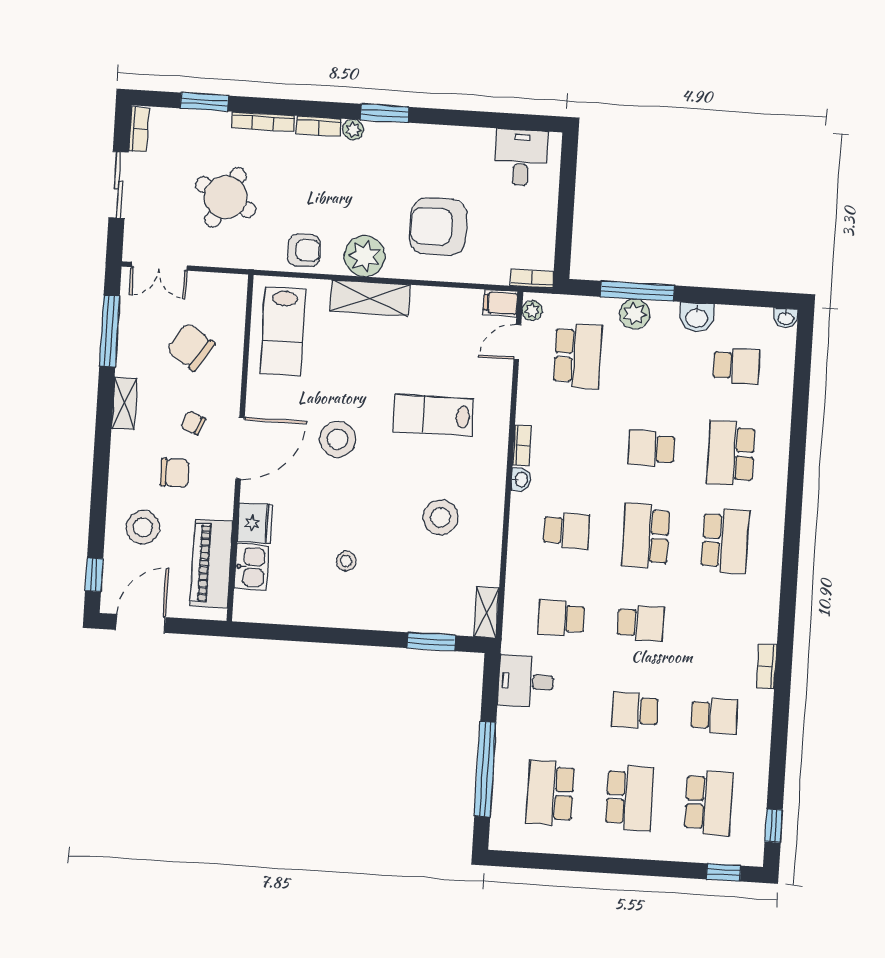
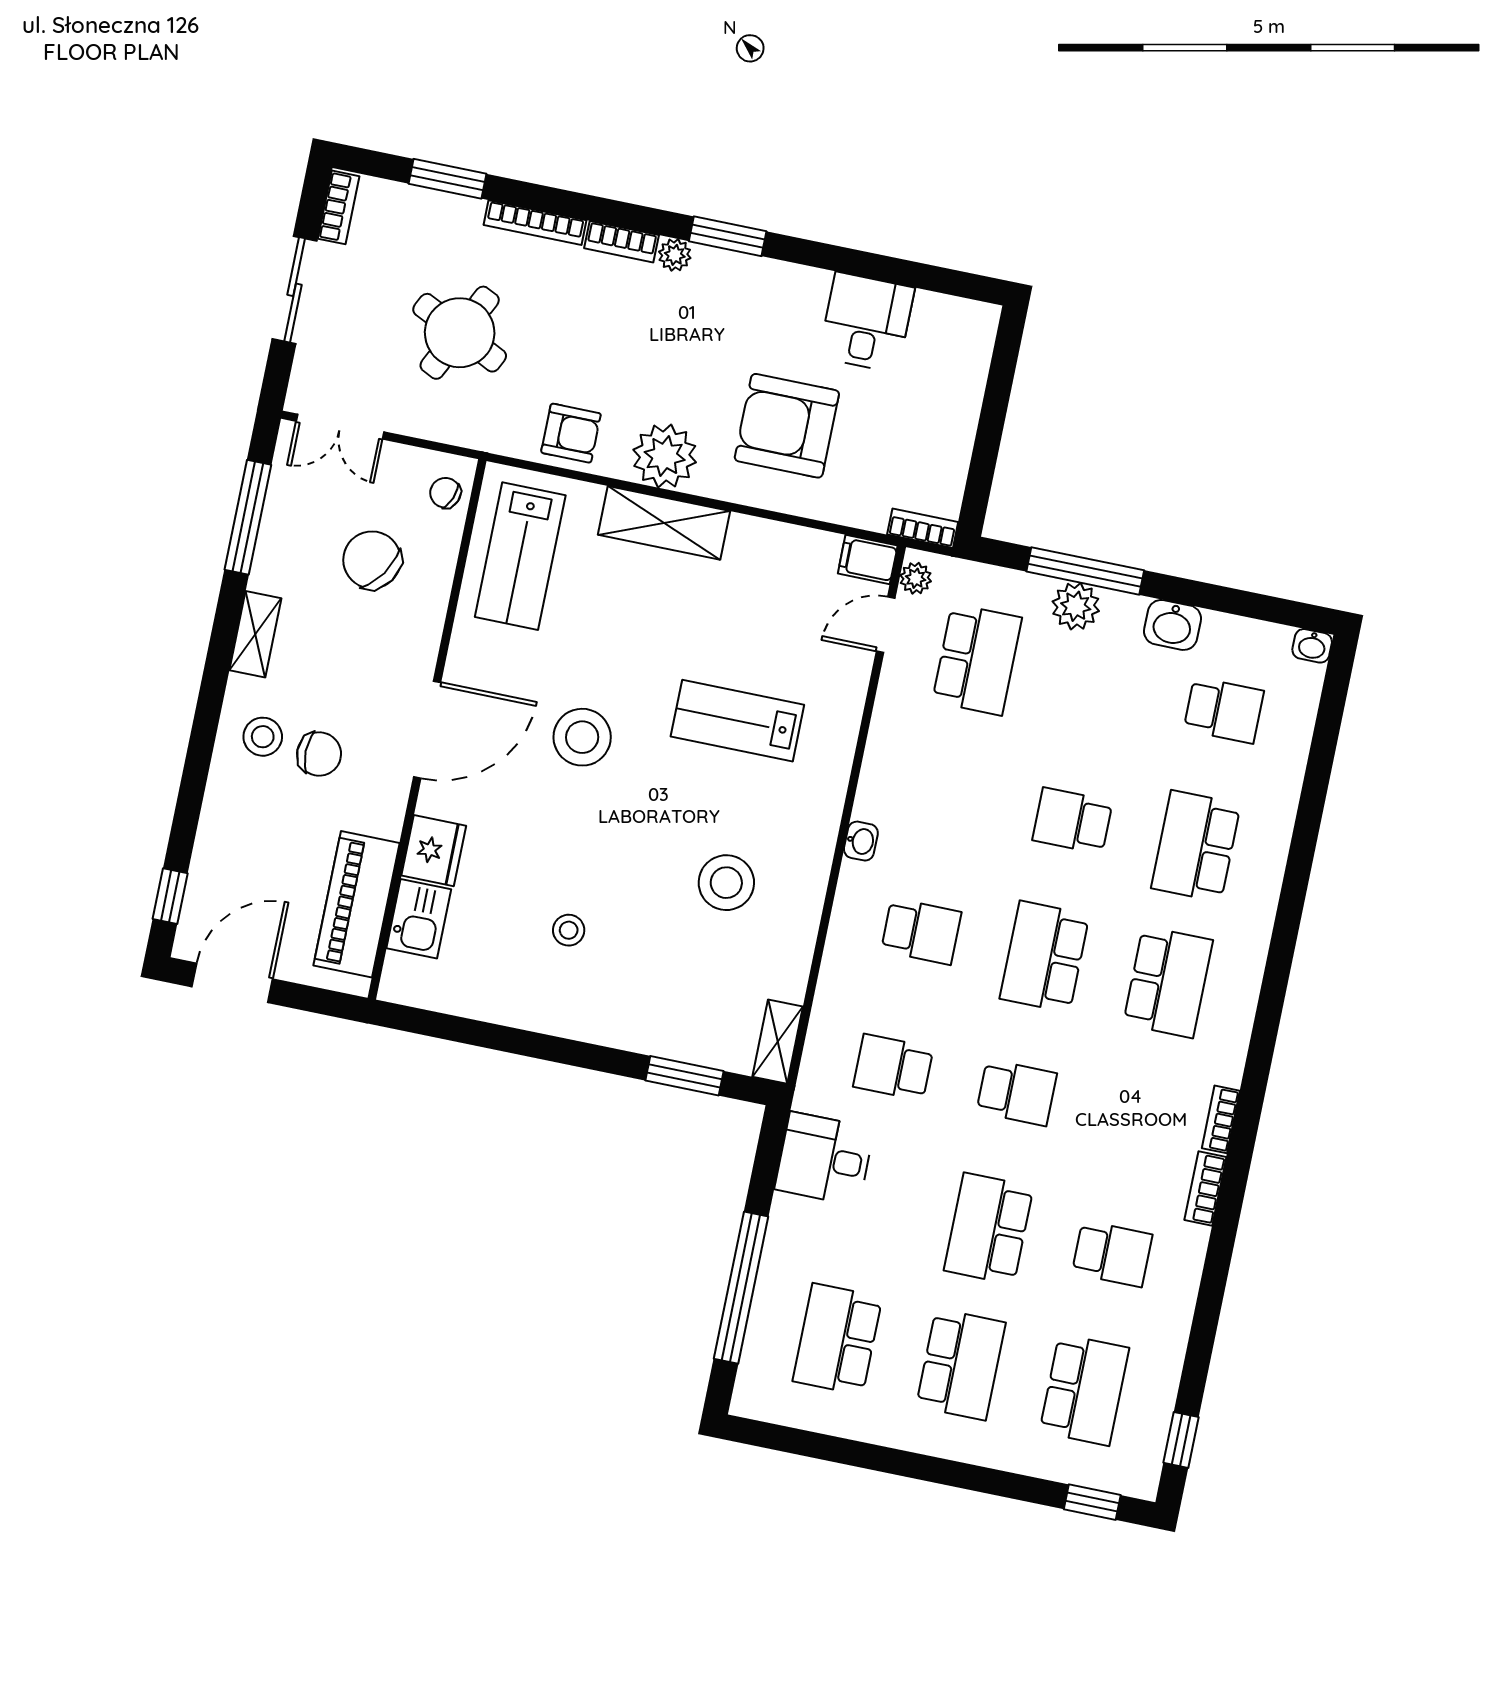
desk: (521, 158) -> (867, 322), moved
chair: (193, 423) -> (445, 493), moved
bookcase: (522, 445) -> (1221, 1119), moved, turned 180
stool: (143, 527) -> (263, 737), moved, width x0.73, depth x0.73
school desk: (635, 711) -> (989, 1229), width x1.85

